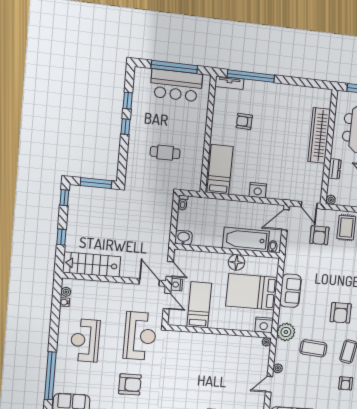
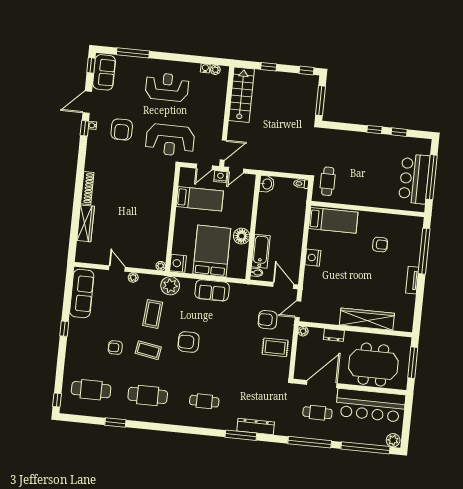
tv unit: (229, 83) -> (412, 280), moved
armchair: (244, 121) -> (380, 245), turned 88
cafe table: (165, 153) -> (328, 181), moved
bathtub: (246, 240) -> (261, 251), width x0.73, depth x0.73
window: (50, 376) -> (133, 53), width x0.68

